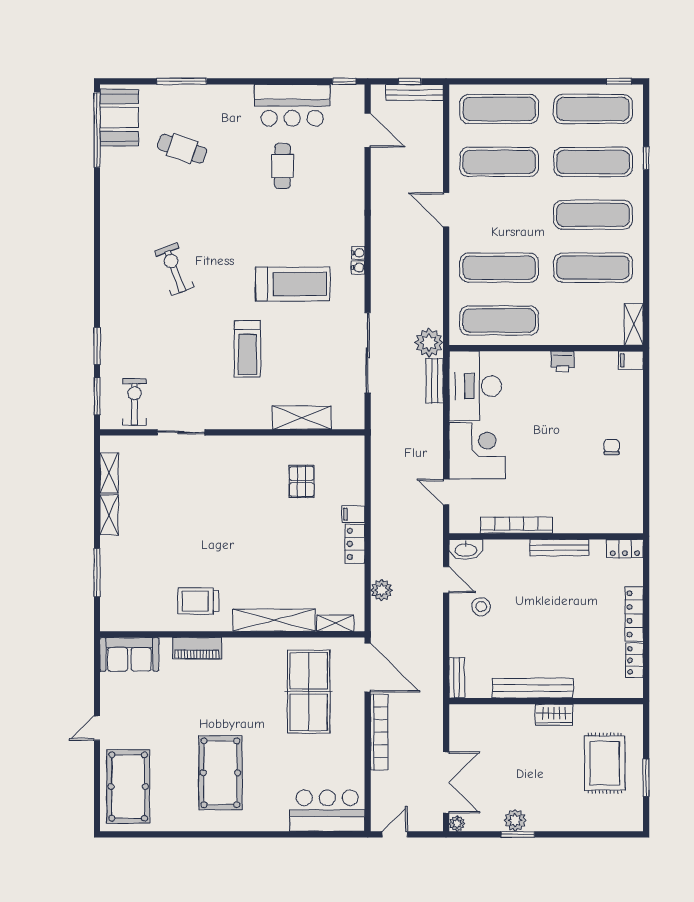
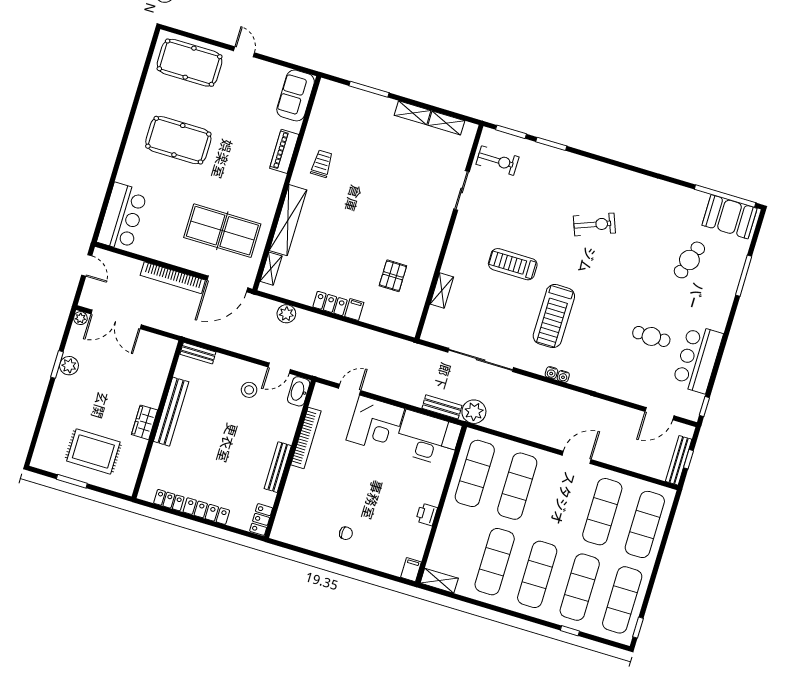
shelving: (302, 418) -> (442, 291), width x0.67, depth x0.75
pallet: (302, 482) -> (393, 276), turned 90
trolley: (198, 601) -> (322, 164), width x0.73, depth x0.72

